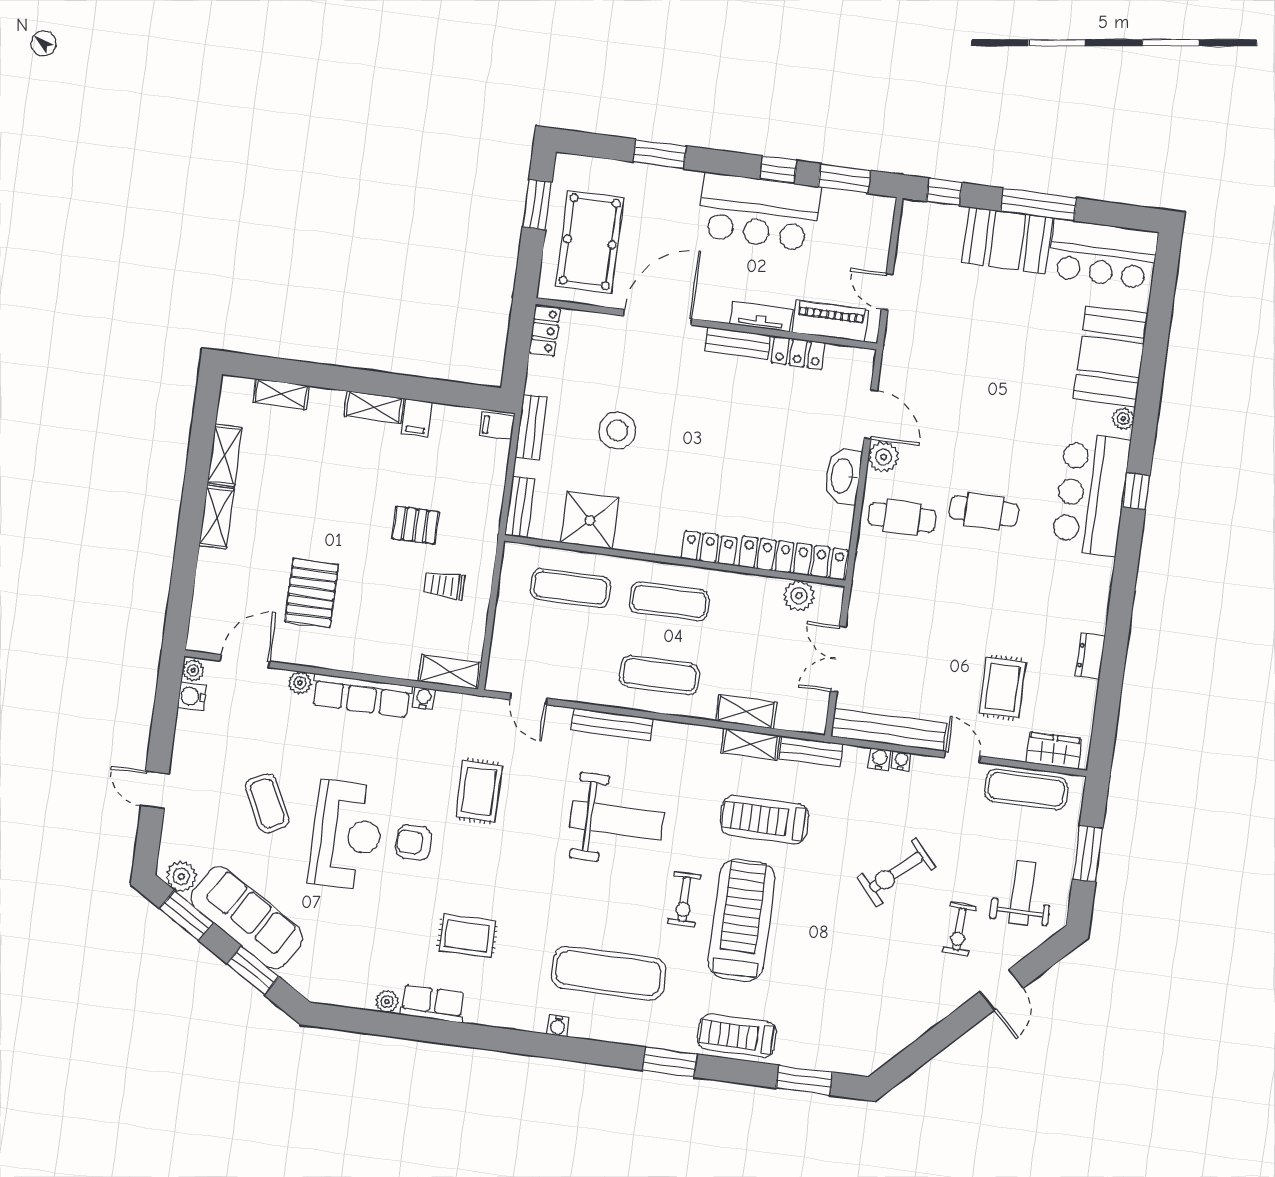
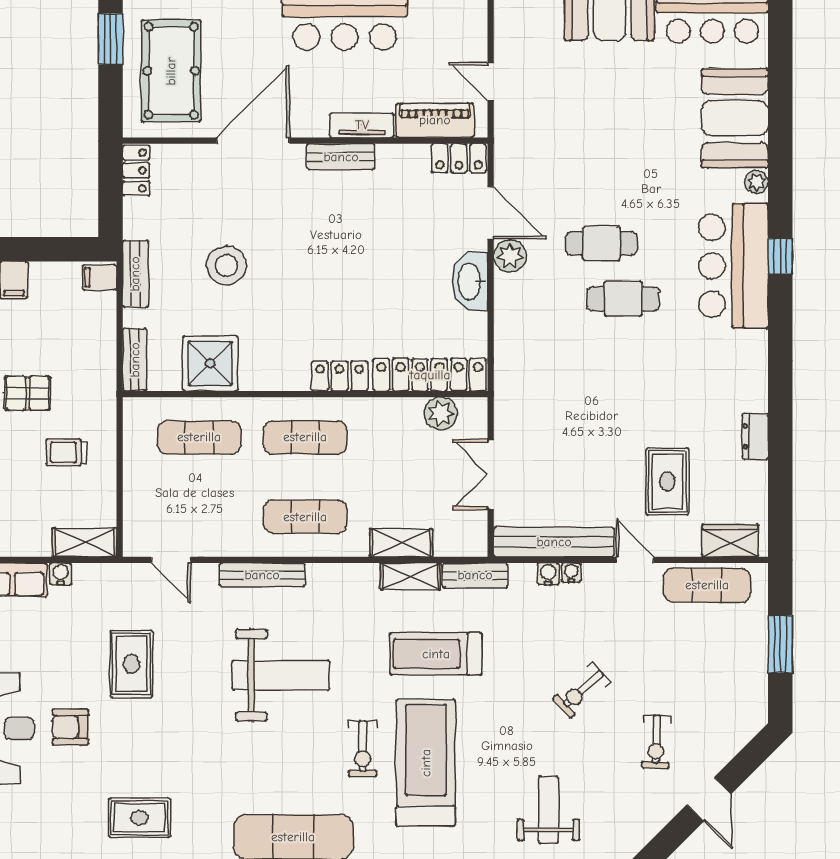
locker: (798, 353) -> (459, 158), moved
cafe table: (902, 517) -> (601, 243), moved
exercise bike: (896, 872) -> (581, 690), width x0.73, depth x0.72
weight bench: (1022, 893) -> (548, 810), moved

